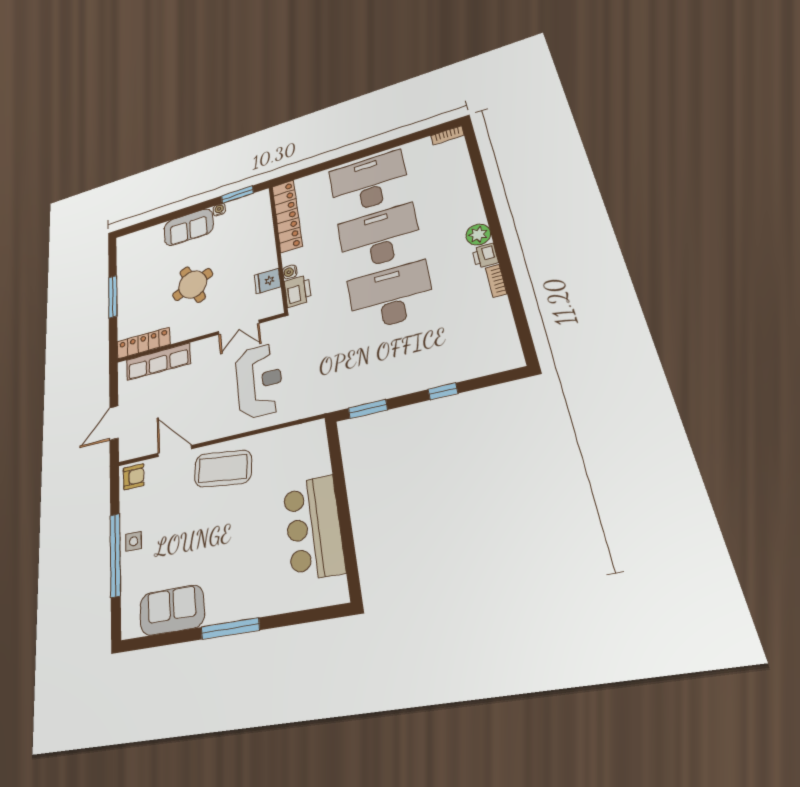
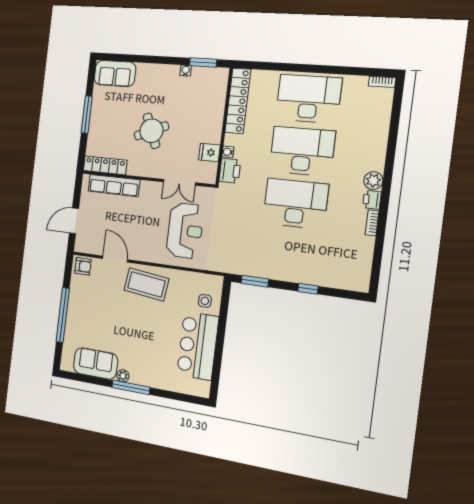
sofa: (188, 227) -> (115, 74), moved
side table: (134, 541) -> (205, 301), moved
plant: (215, 614) -> (123, 376), added

